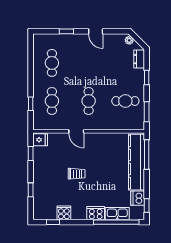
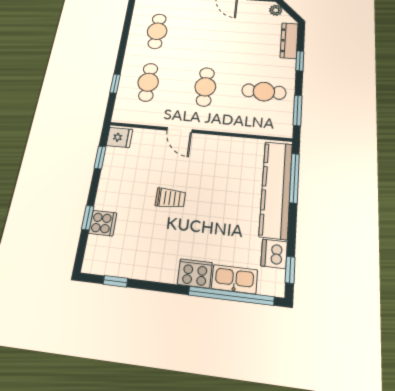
dresser: (139, 59) -> (289, 41), width x1.44
cooker: (64, 213) -> (103, 223), moved, turned 90

